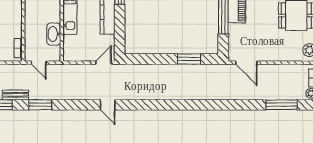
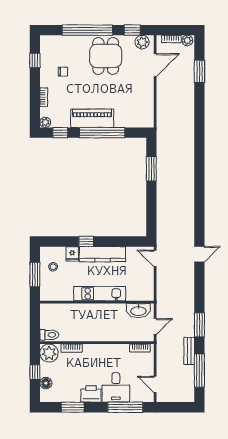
washbasin: (54, 34) -> (138, 311), moved
door: (246, 63) -> (155, 65), moved
window: (282, 105) -> (199, 71), width x0.69

